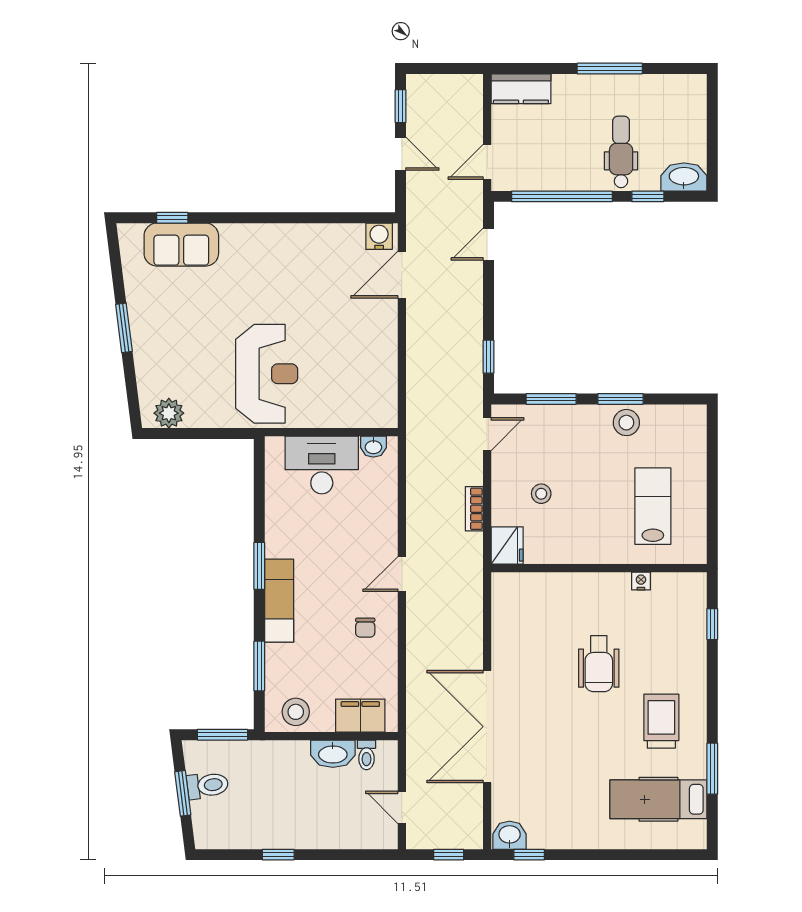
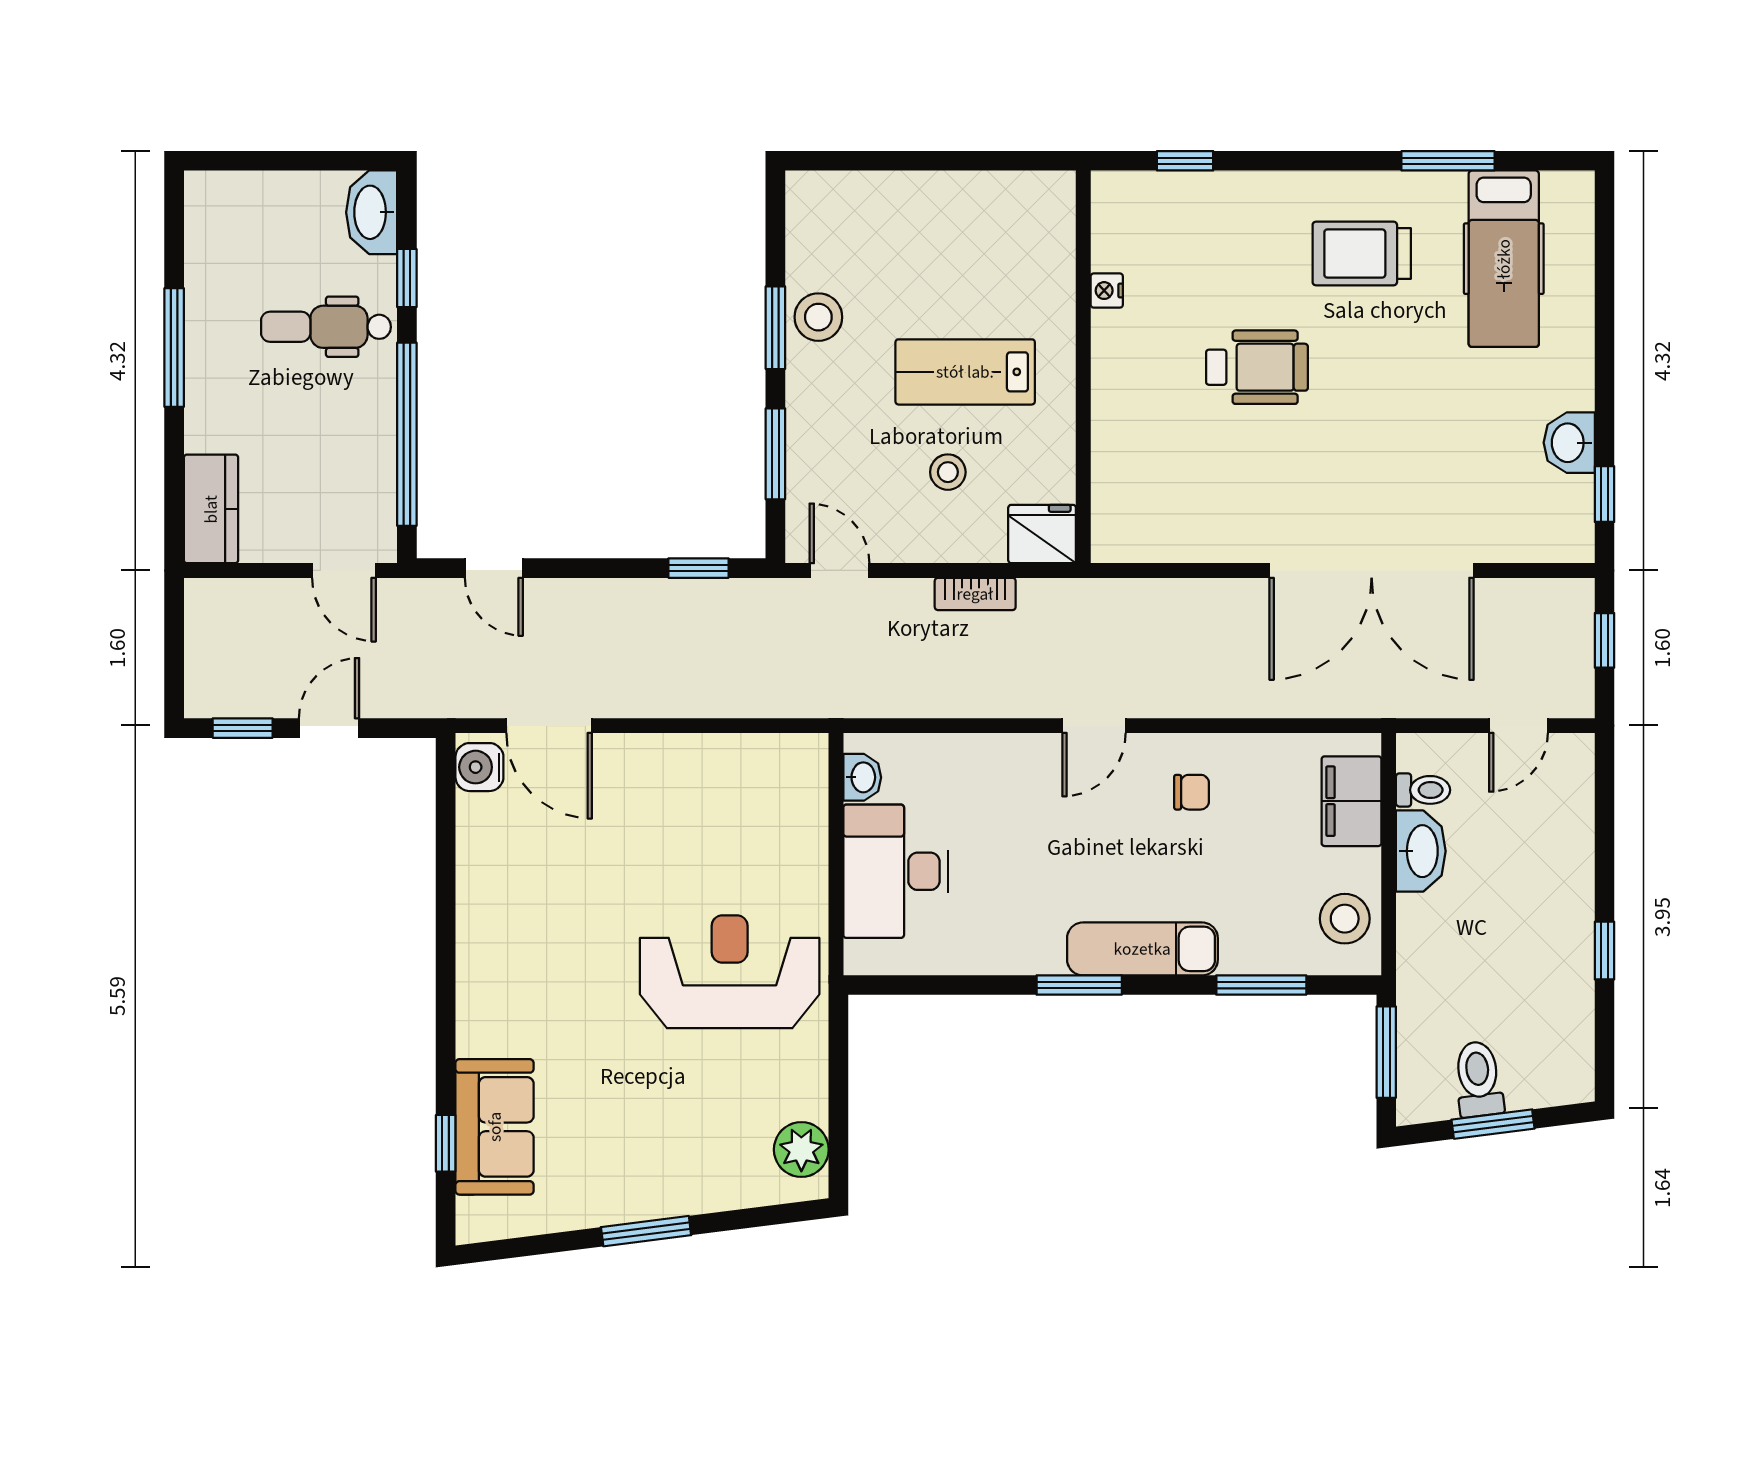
lab bench: (653, 506) -> (965, 372), moved
door: (402, 574) -> (1094, 726), hinge flipped
washbasin: (510, 835) -> (1569, 443), moved

